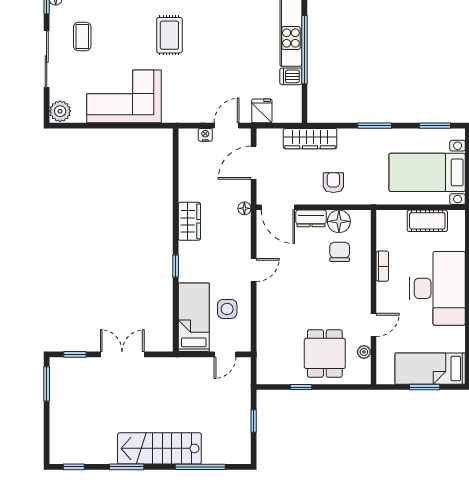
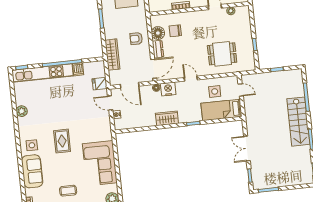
rug: (169, 35) -> (62, 141), turned 90
nightstand: (240, 229) -> (168, 89), added
dining table: (325, 353) -> (222, 54), moved

